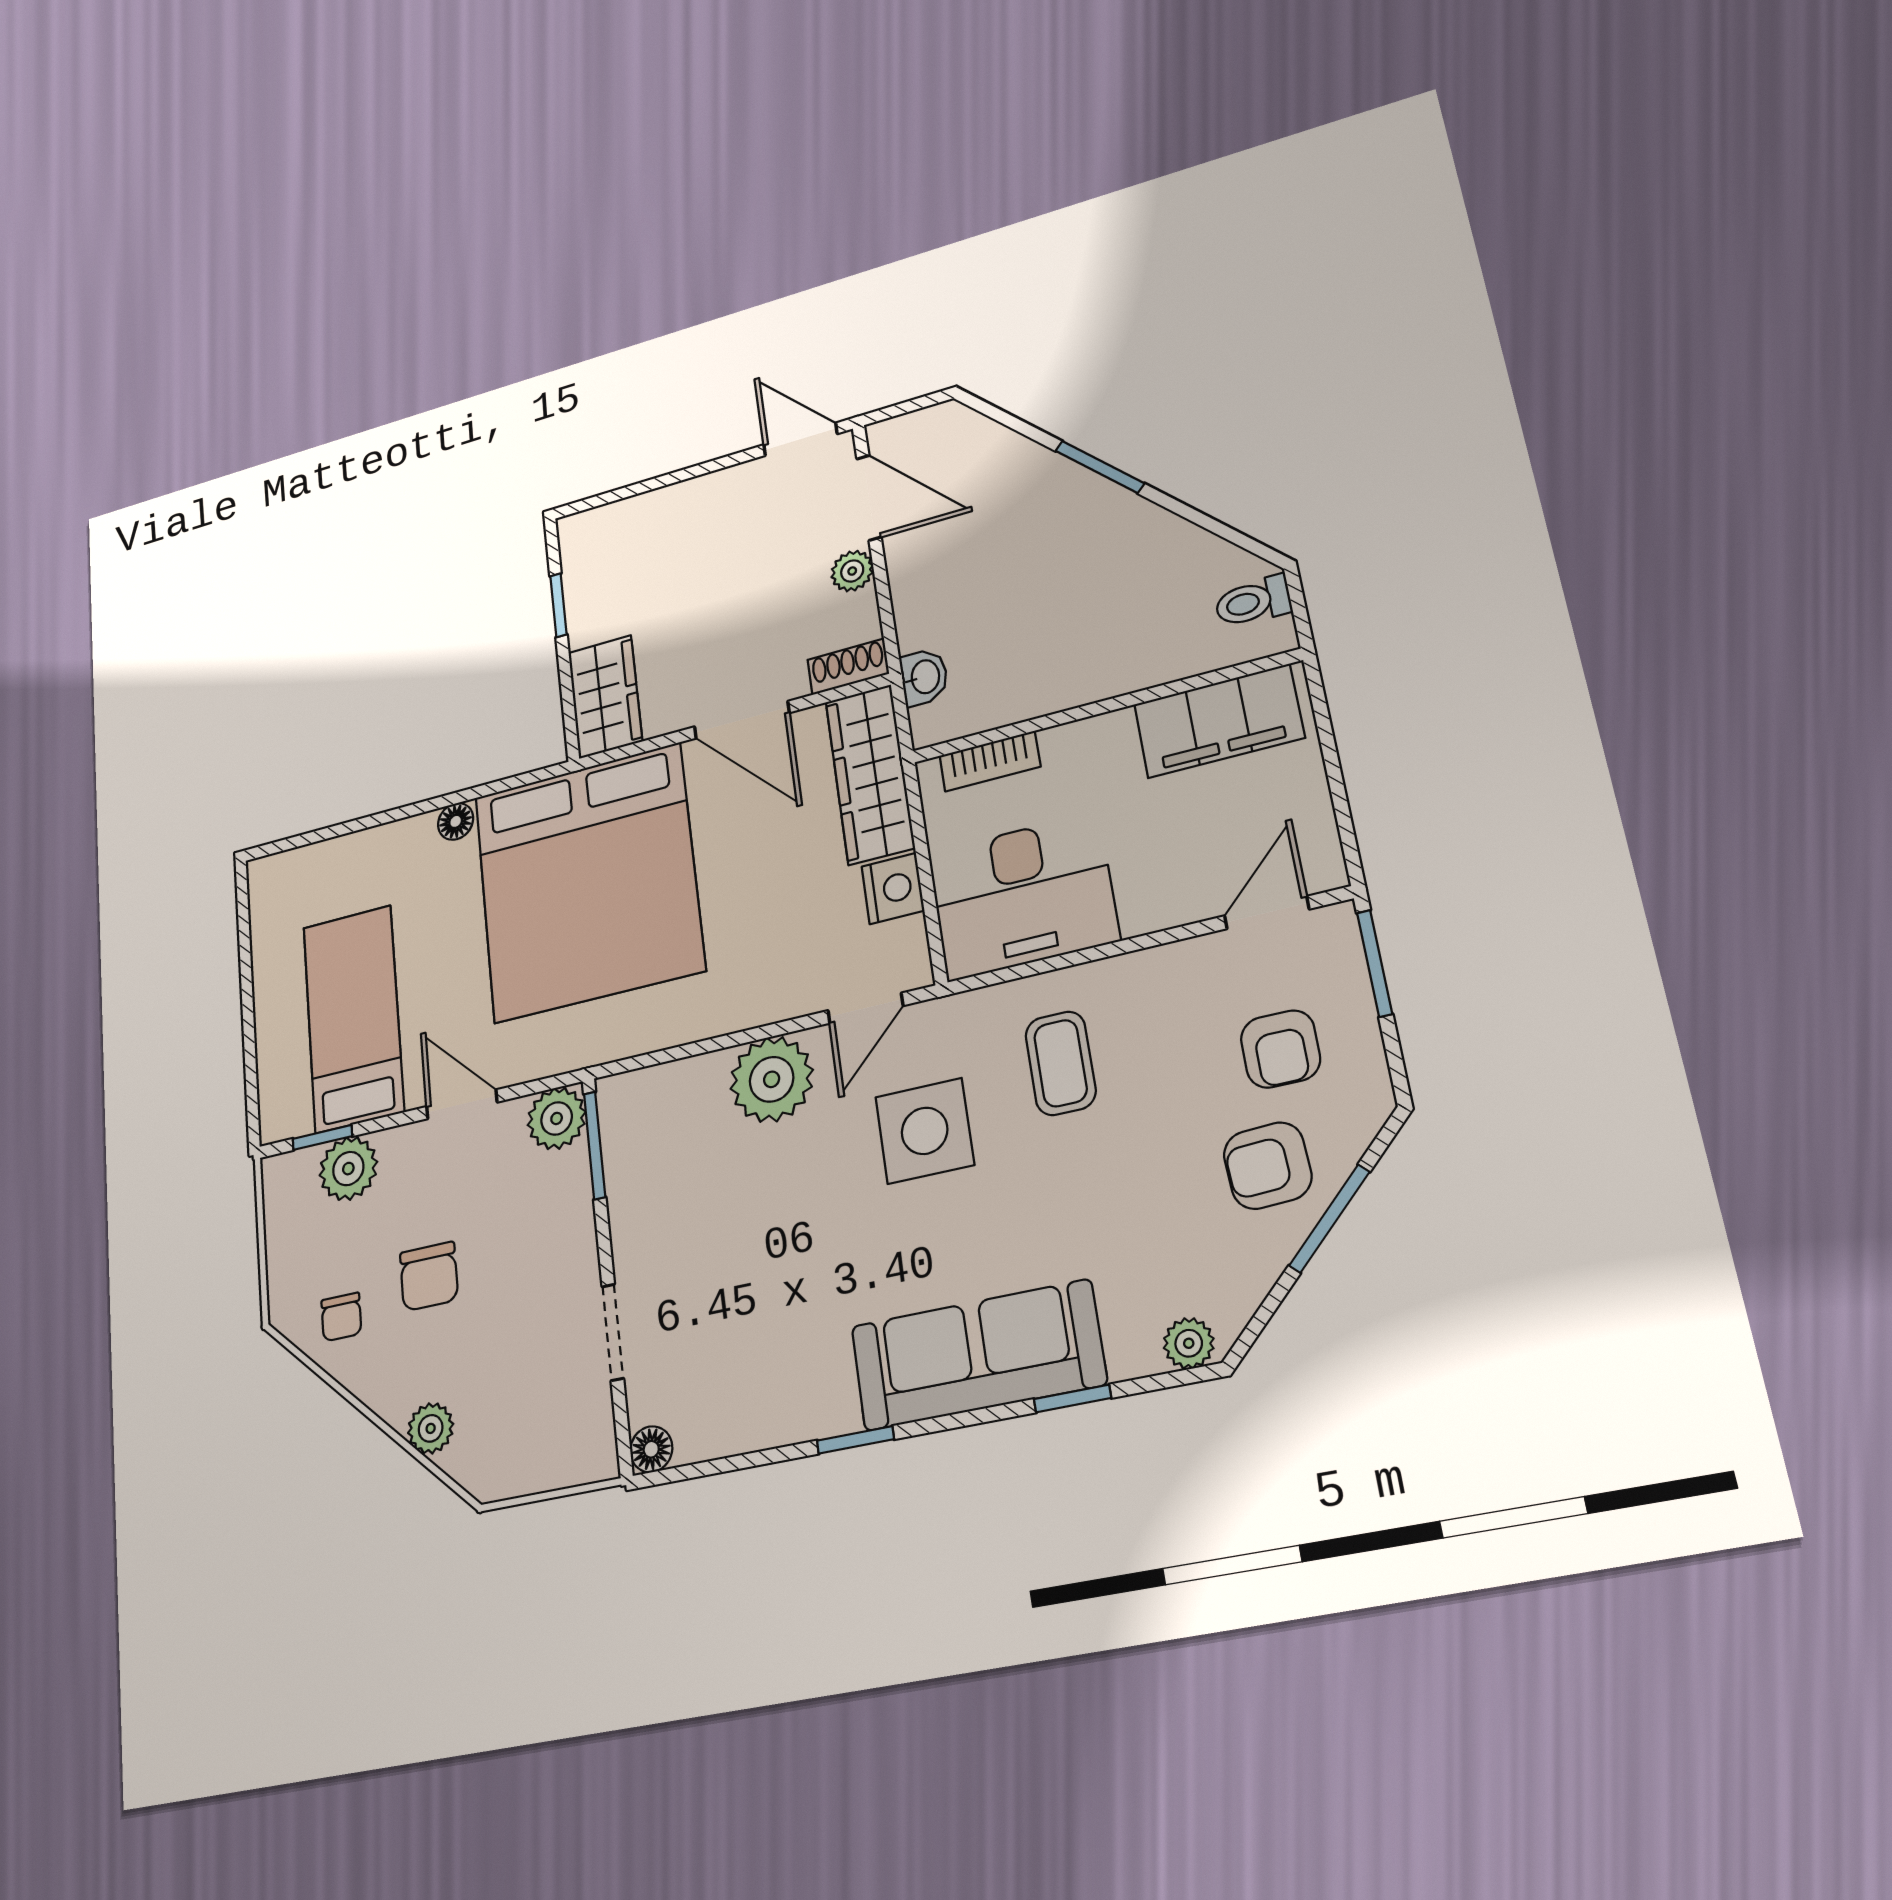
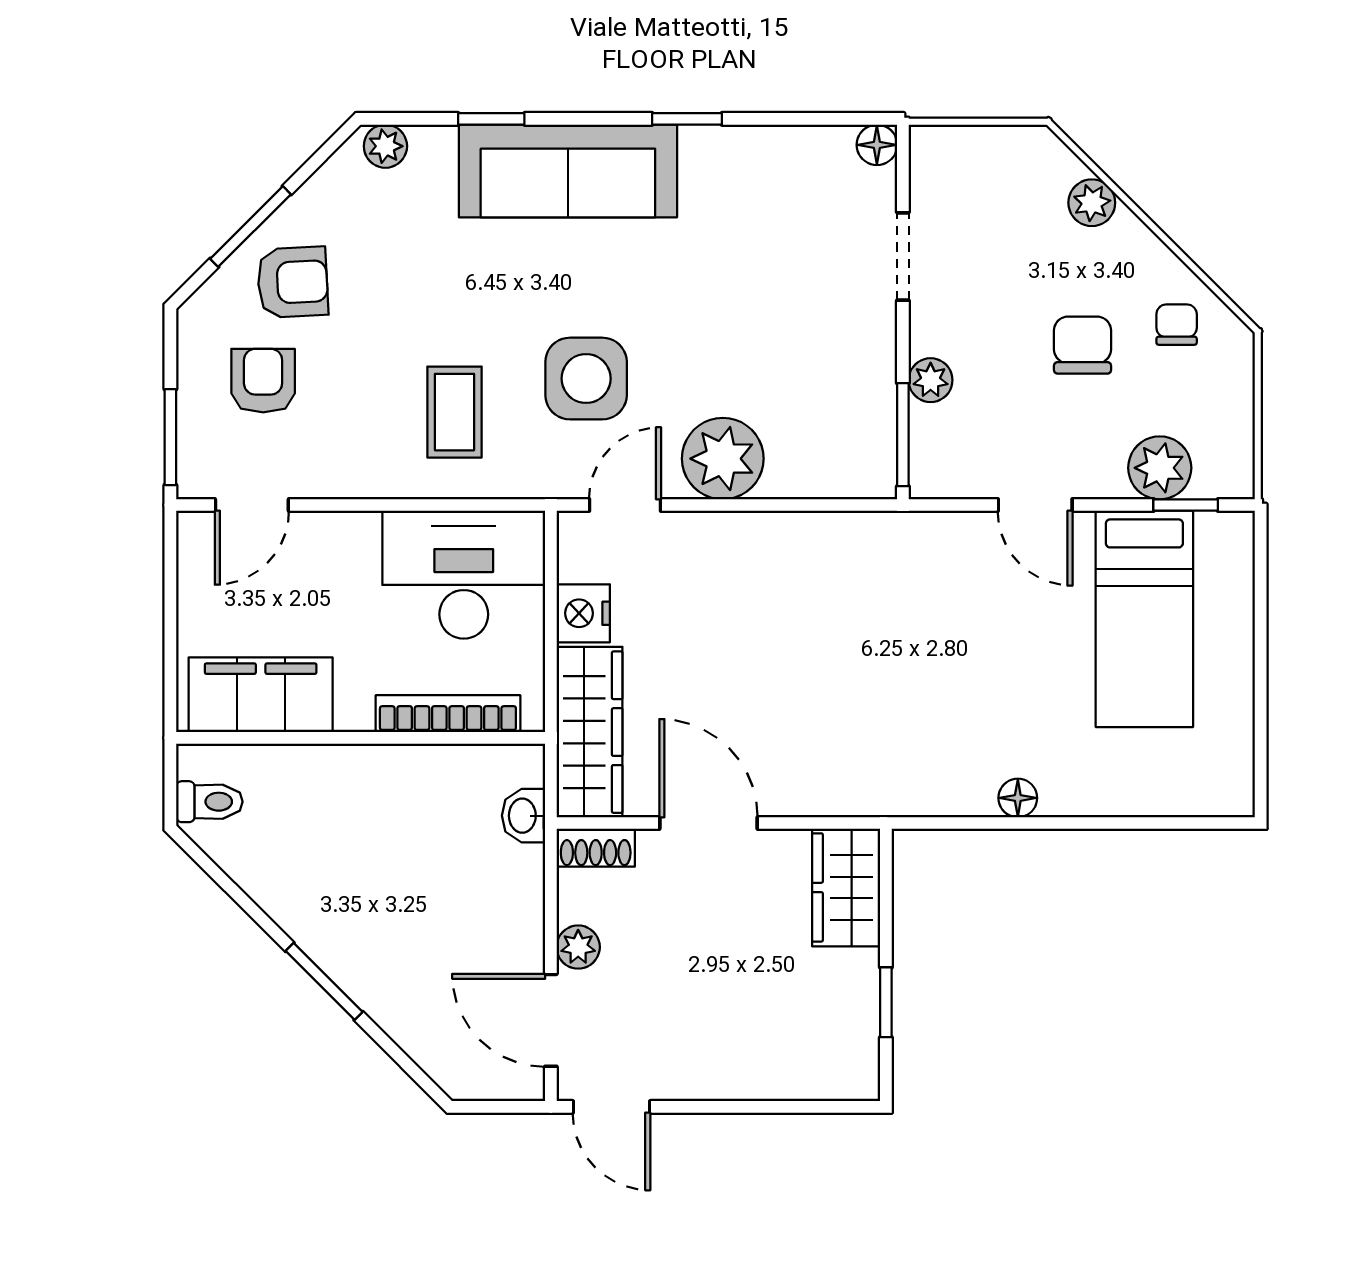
bookcase: (990, 761) -> (448, 714), width x1.56
bed: (588, 882) -> (884, 698), removed
plant: (557, 1118) -> (931, 380), moved, width x0.73, depth x0.73

